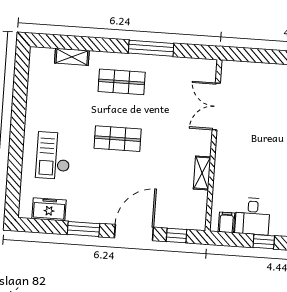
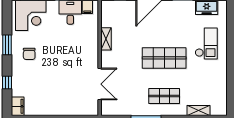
shop shelf: (118, 139) -> (164, 58), width x1.43, depth x1.36

